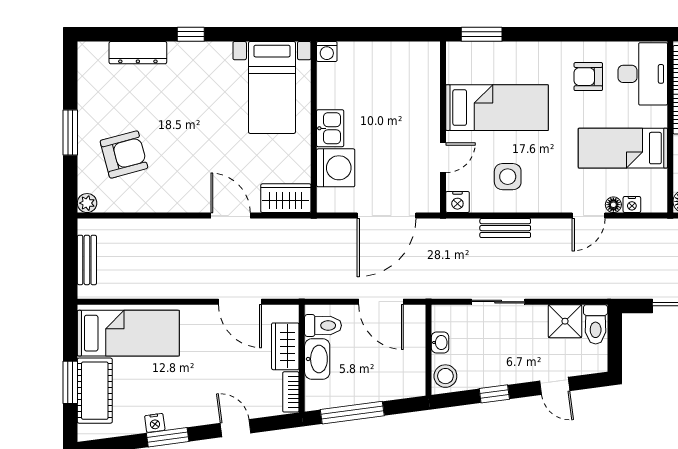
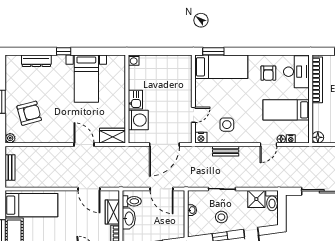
armchair: (588, 77) -> (268, 73), turned -90
bed with nightstands: (272, 87) -> (86, 79), moved
bed: (497, 108) -> (221, 67), moved
stool: (445, 376) -> (221, 217), moved

